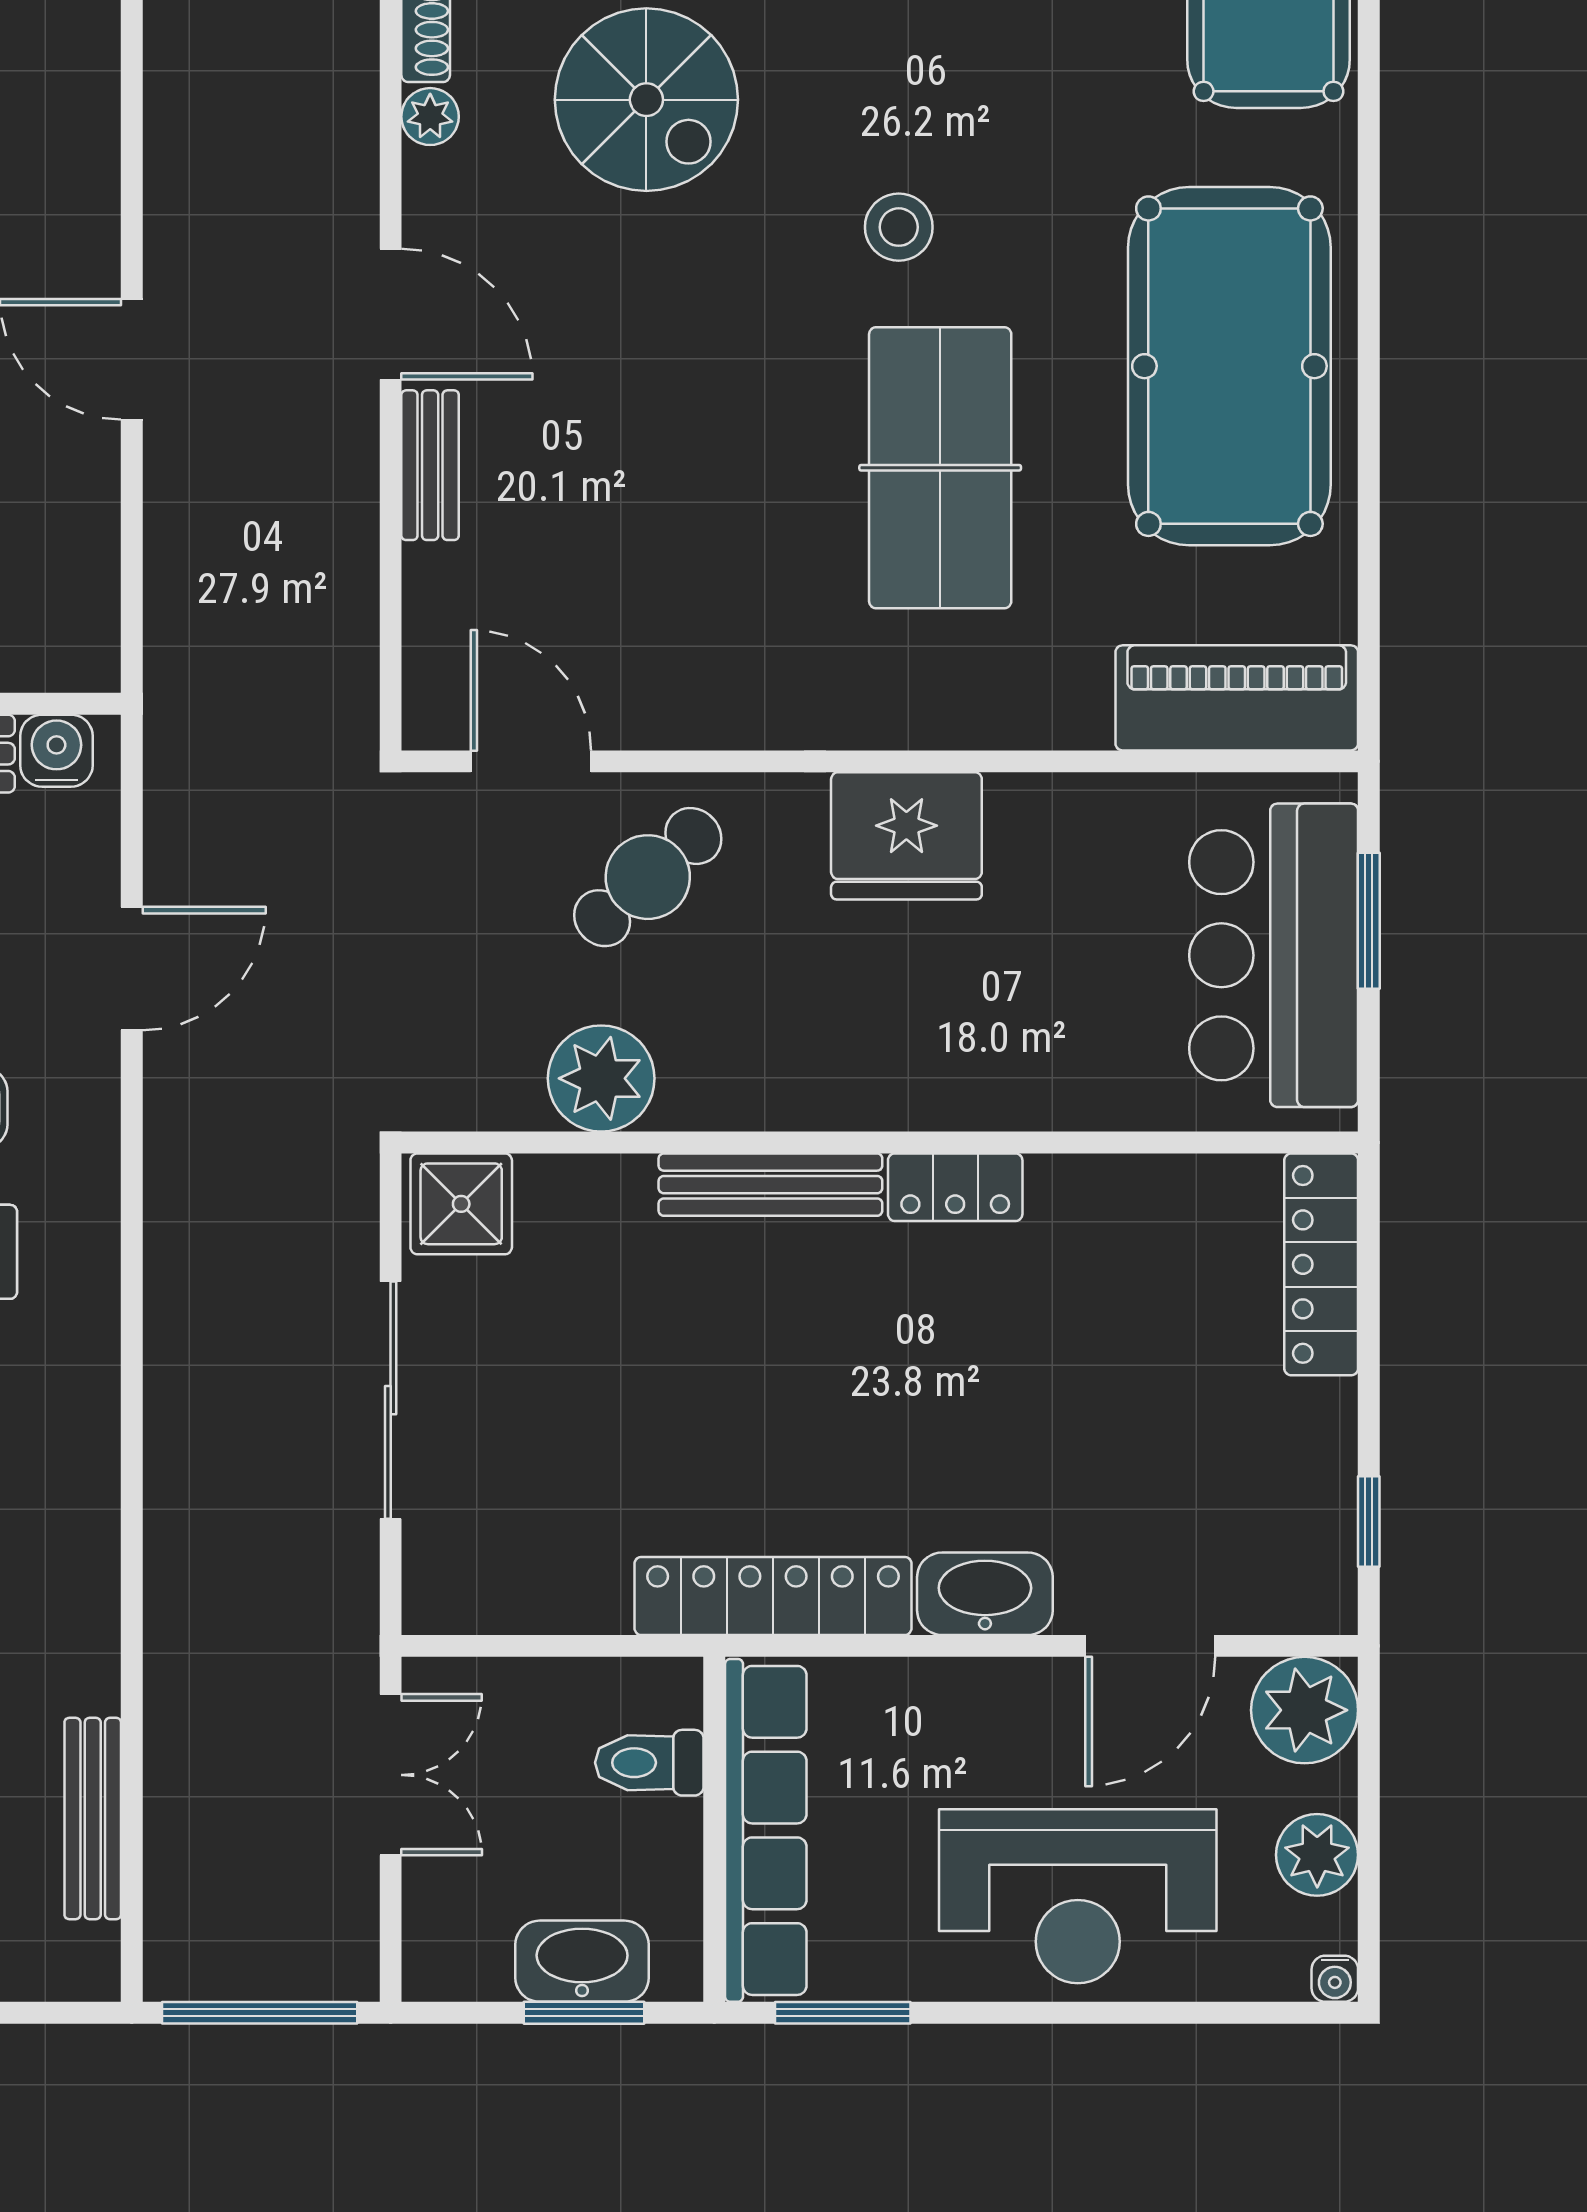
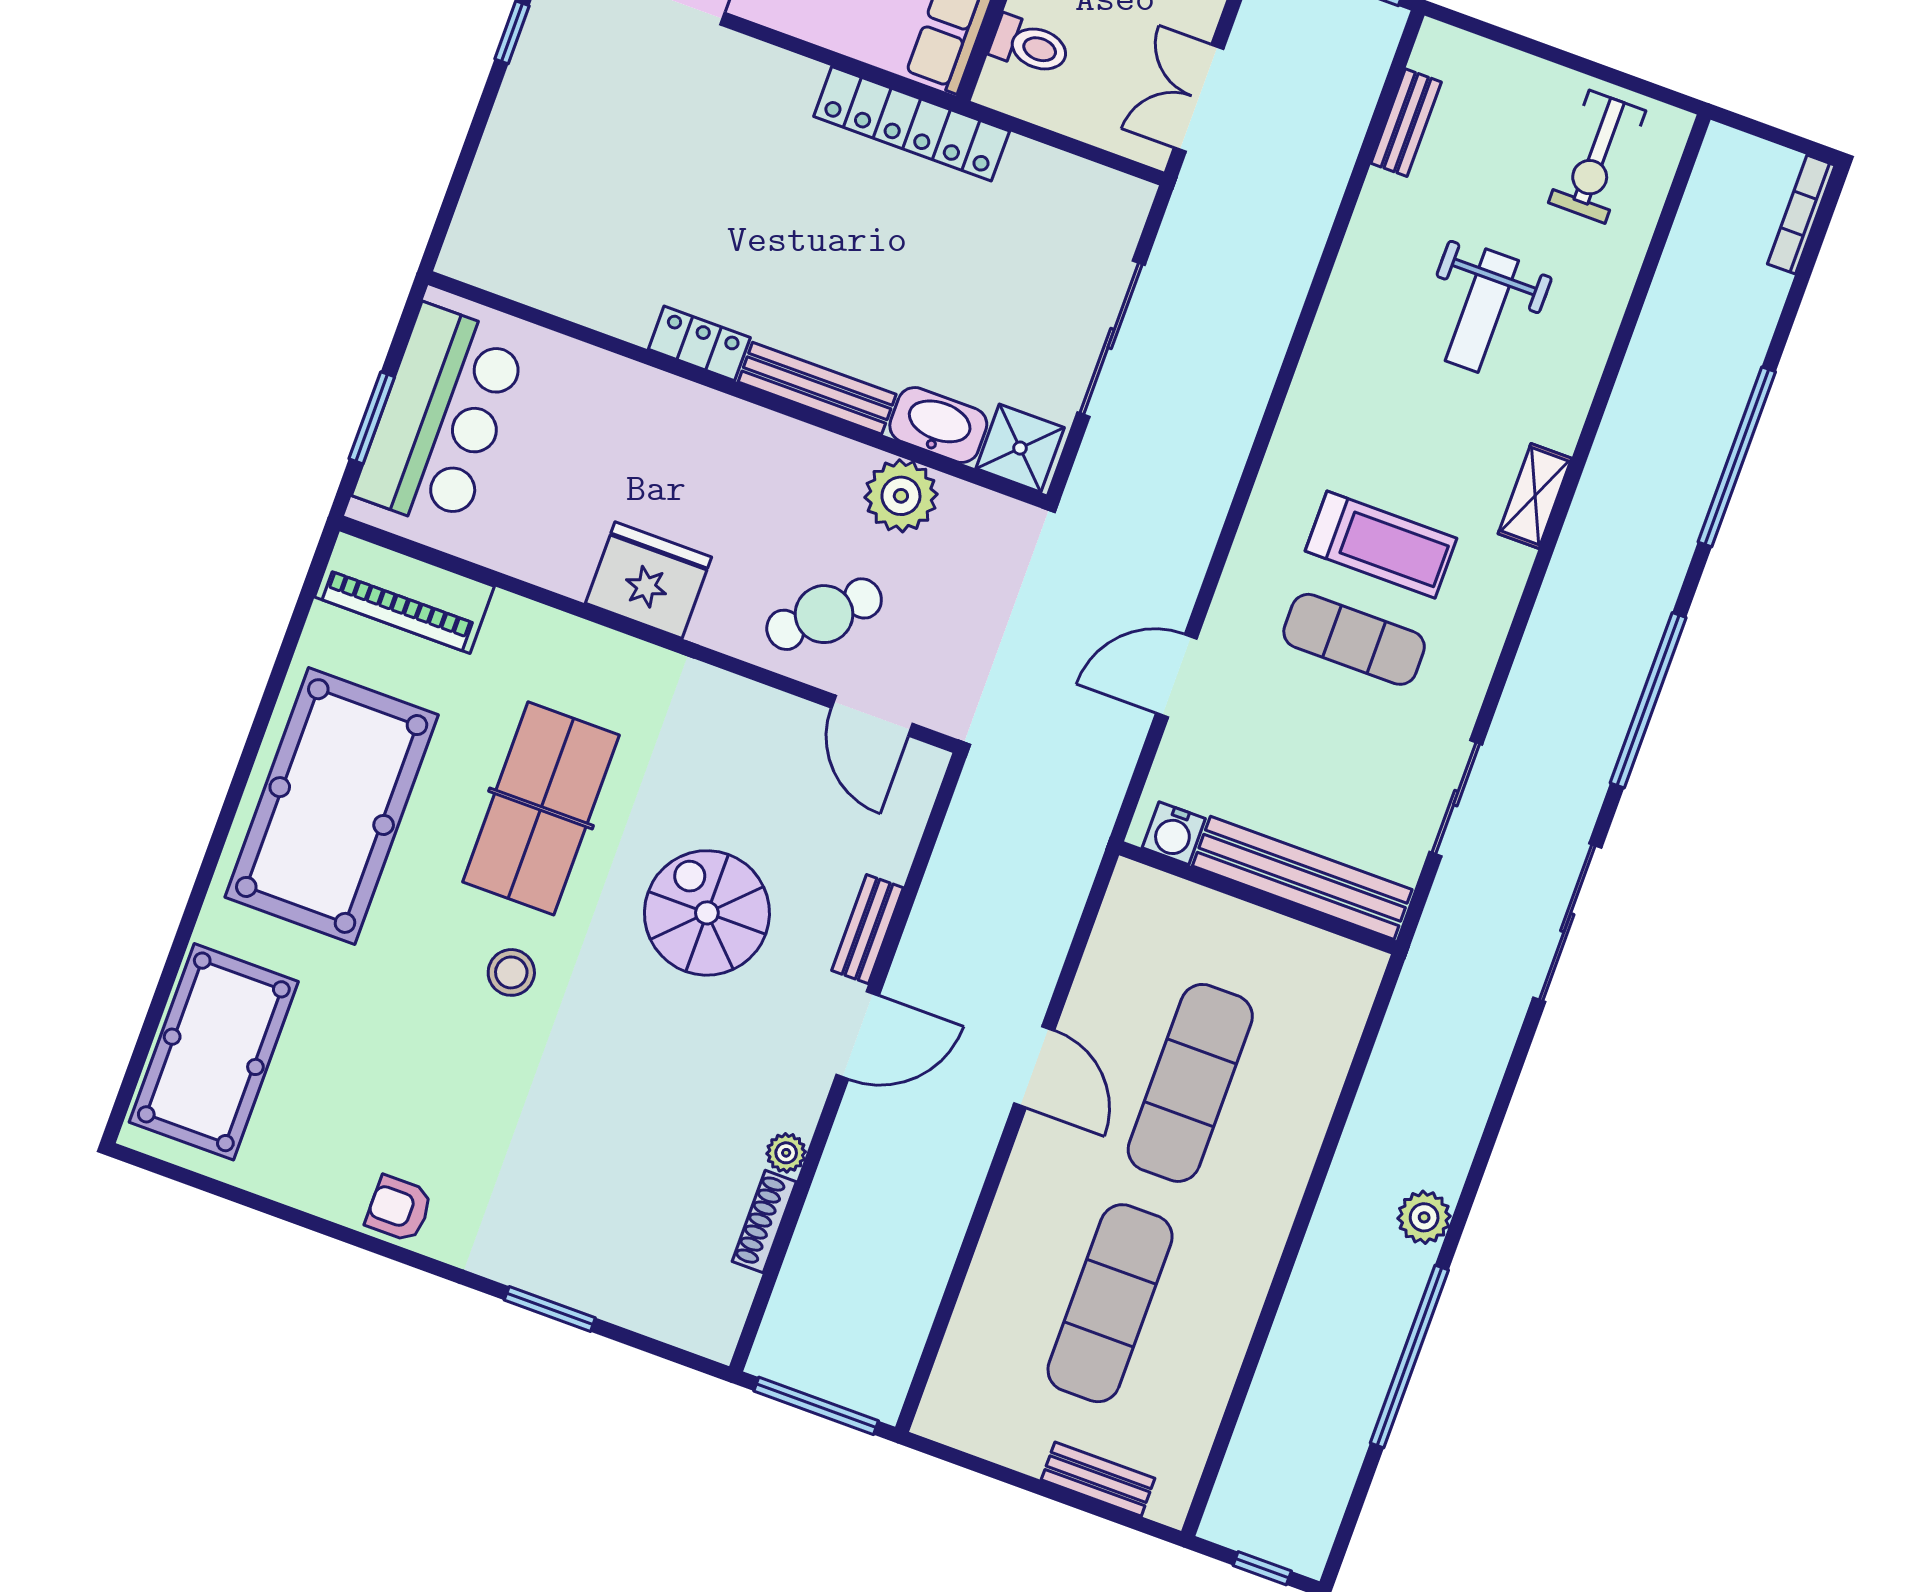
spiral stairs: (646, 100) -> (707, 913), moved
door: (391, 314) -> (858, 1035), swing flipped
locker: (1321, 1264) -> (482, 208), removed
washbasin: (985, 1594) -> (938, 425), moved, turned 180
bench: (93, 1818) -> (1406, 123), width x0.73

